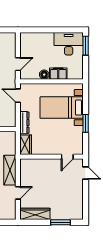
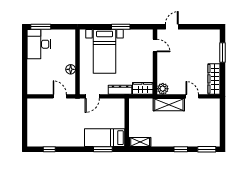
filing cabinet: (58, 74) -> (70, 55), removed
plant: (25, 164) -> (163, 89), added

